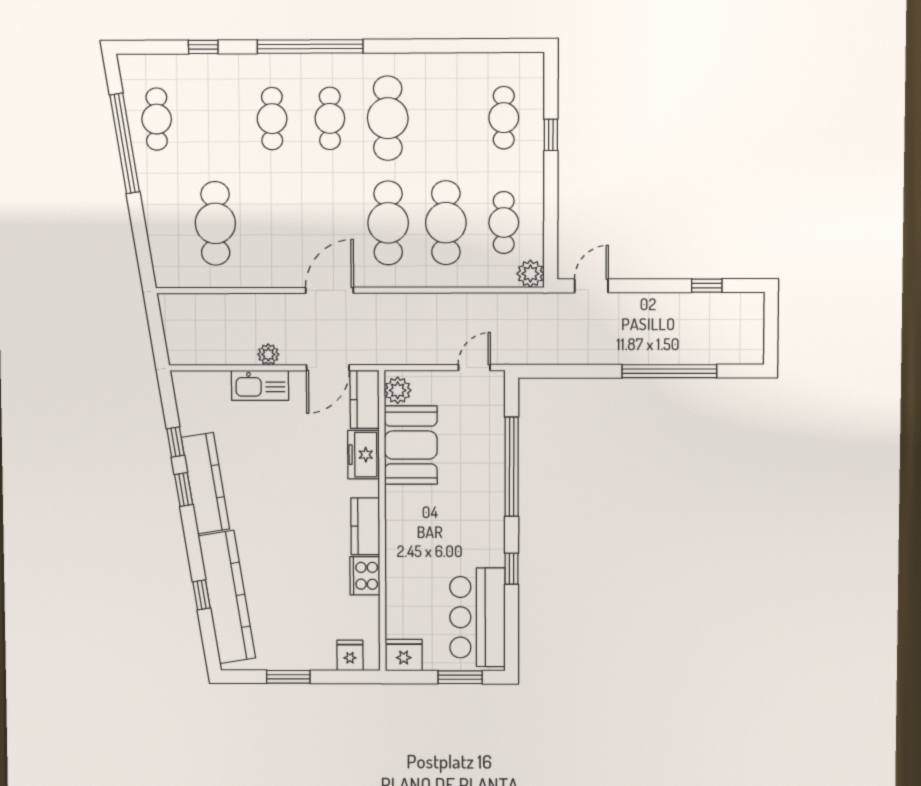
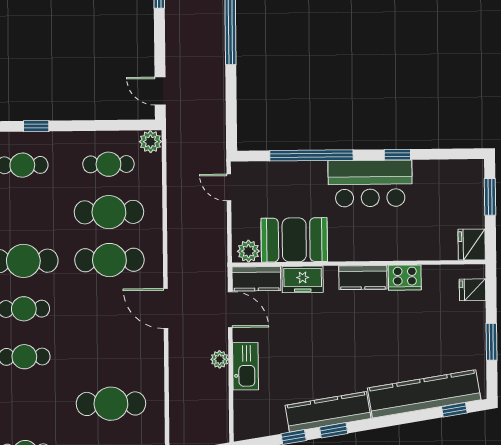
window: (202, 595) -> (454, 410), moved
bar counter: (477, 617) -> (370, 183), moved

